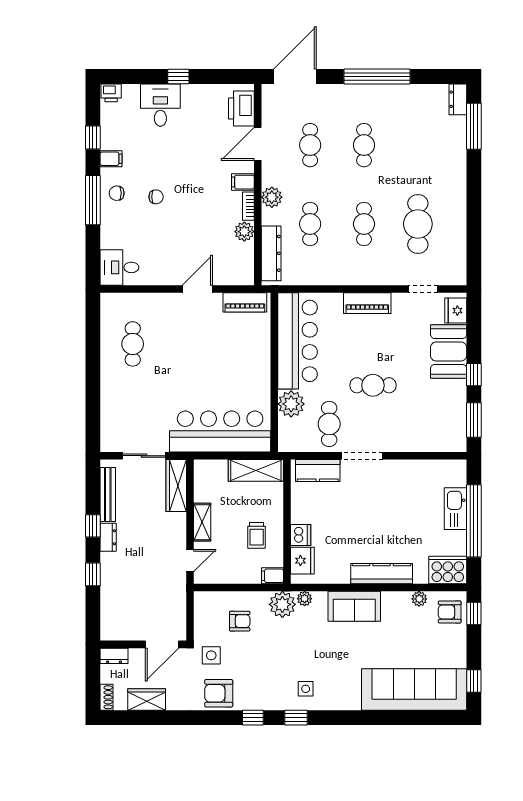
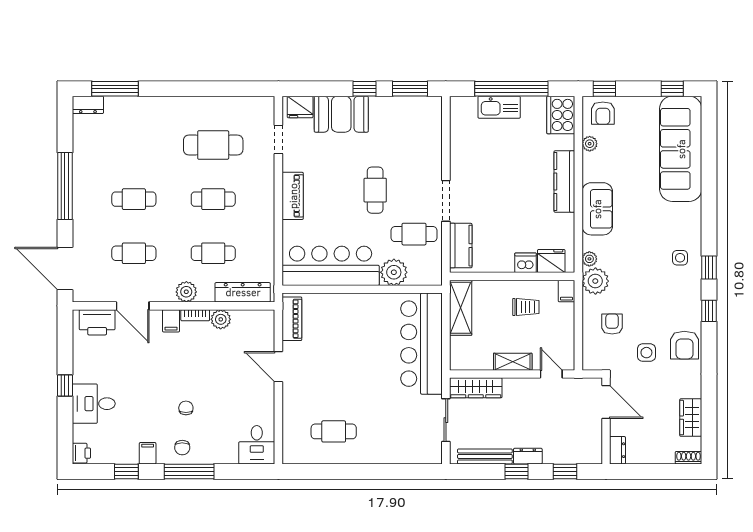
wall: (143, 644) -> (606, 421), moved
door: (162, 644) -> (606, 402), moved
dresser: (114, 656) -> (617, 450), moved

